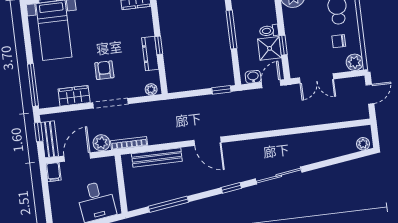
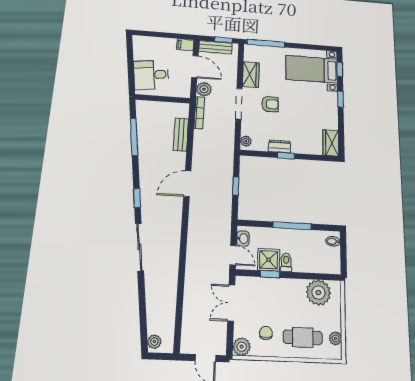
dresser: (150, 54) -> (280, 146), width x0.70
window: (221, 90) -> (236, 186), moved
bench: (157, 158) -> (181, 135), width x0.73

